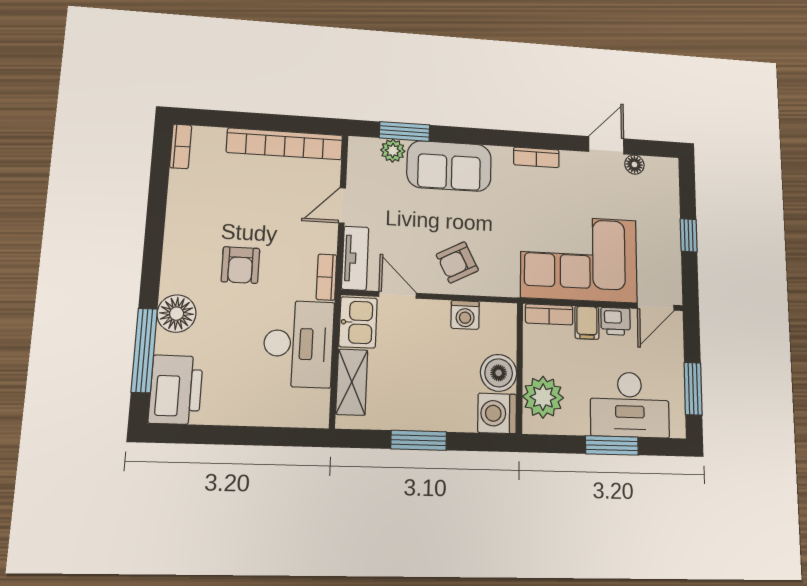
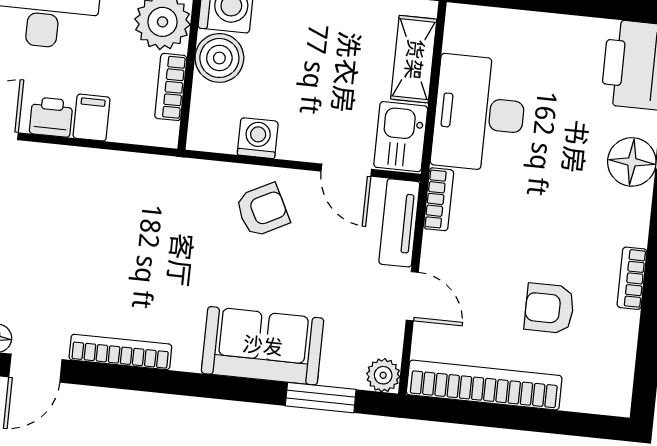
bookcase: (181, 146) -> (632, 278), moved
plant: (393, 151) -> (383, 375), moved
bookcase: (536, 157) -> (120, 352), width x1.56
door: (342, 205) -> (412, 296), hinge flipped
corner sofa: (579, 259) -> (93, 207), removed
armchair: (240, 265) -> (549, 308), moved, turned -90
bookcase: (549, 314) -> (171, 87), moved, turned -90

